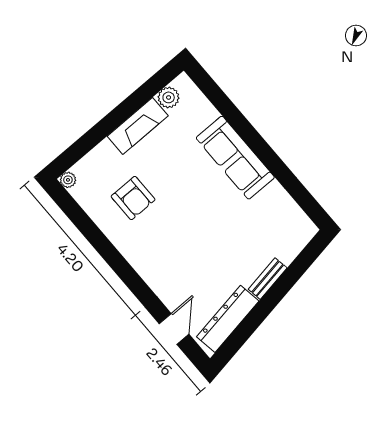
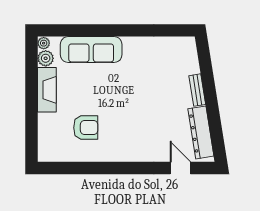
sofa: (235, 158) -> (91, 50), moved
plant: (68, 180) -> (44, 43), moved

